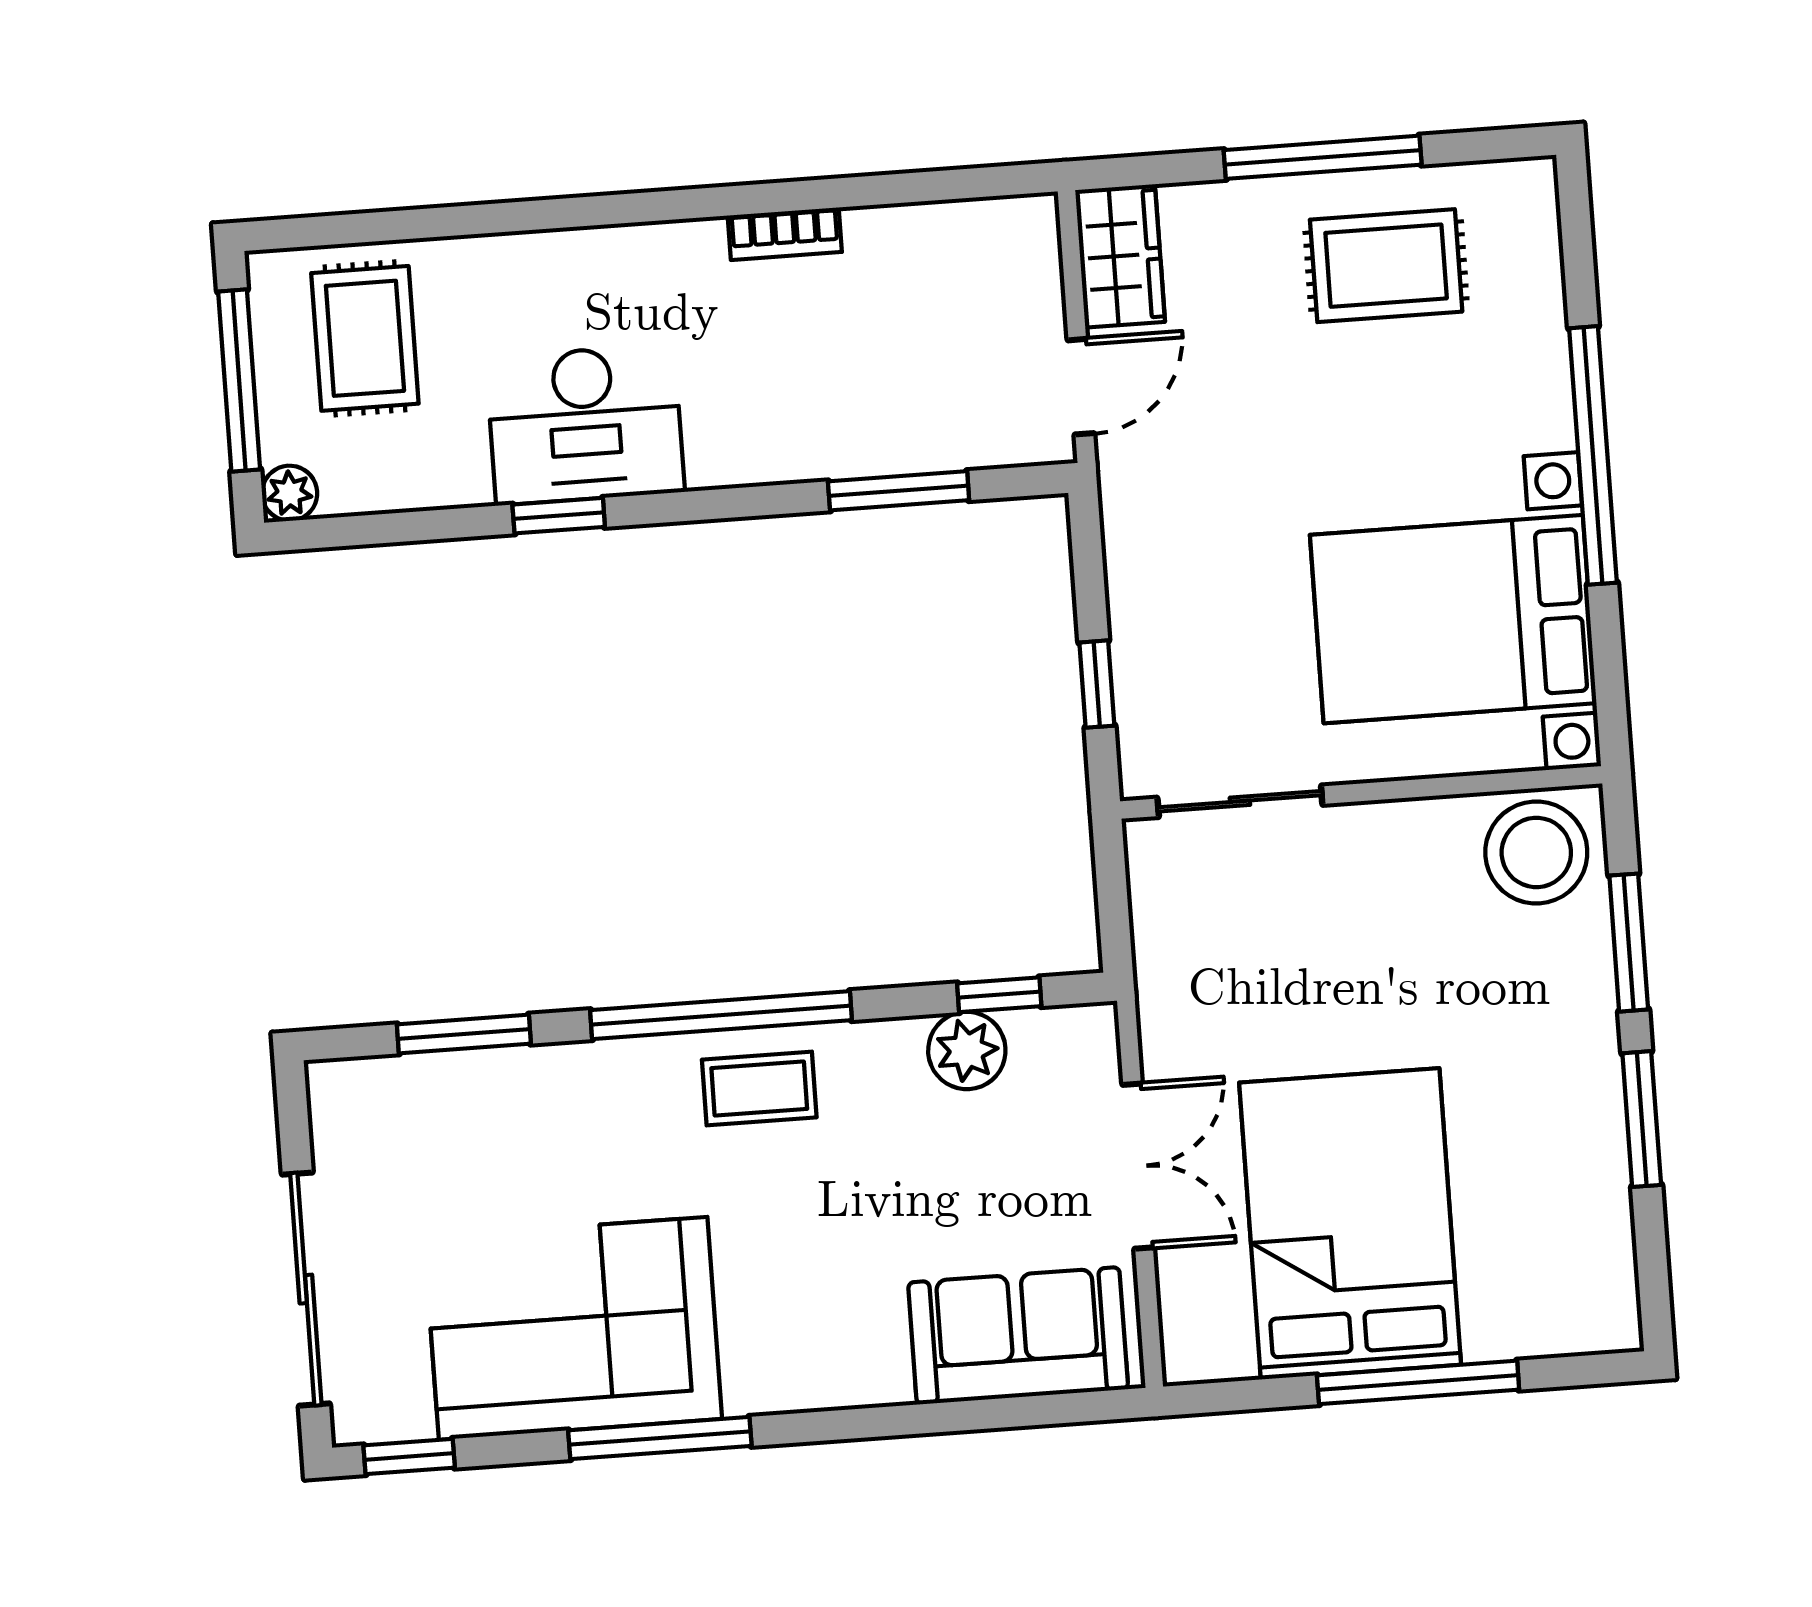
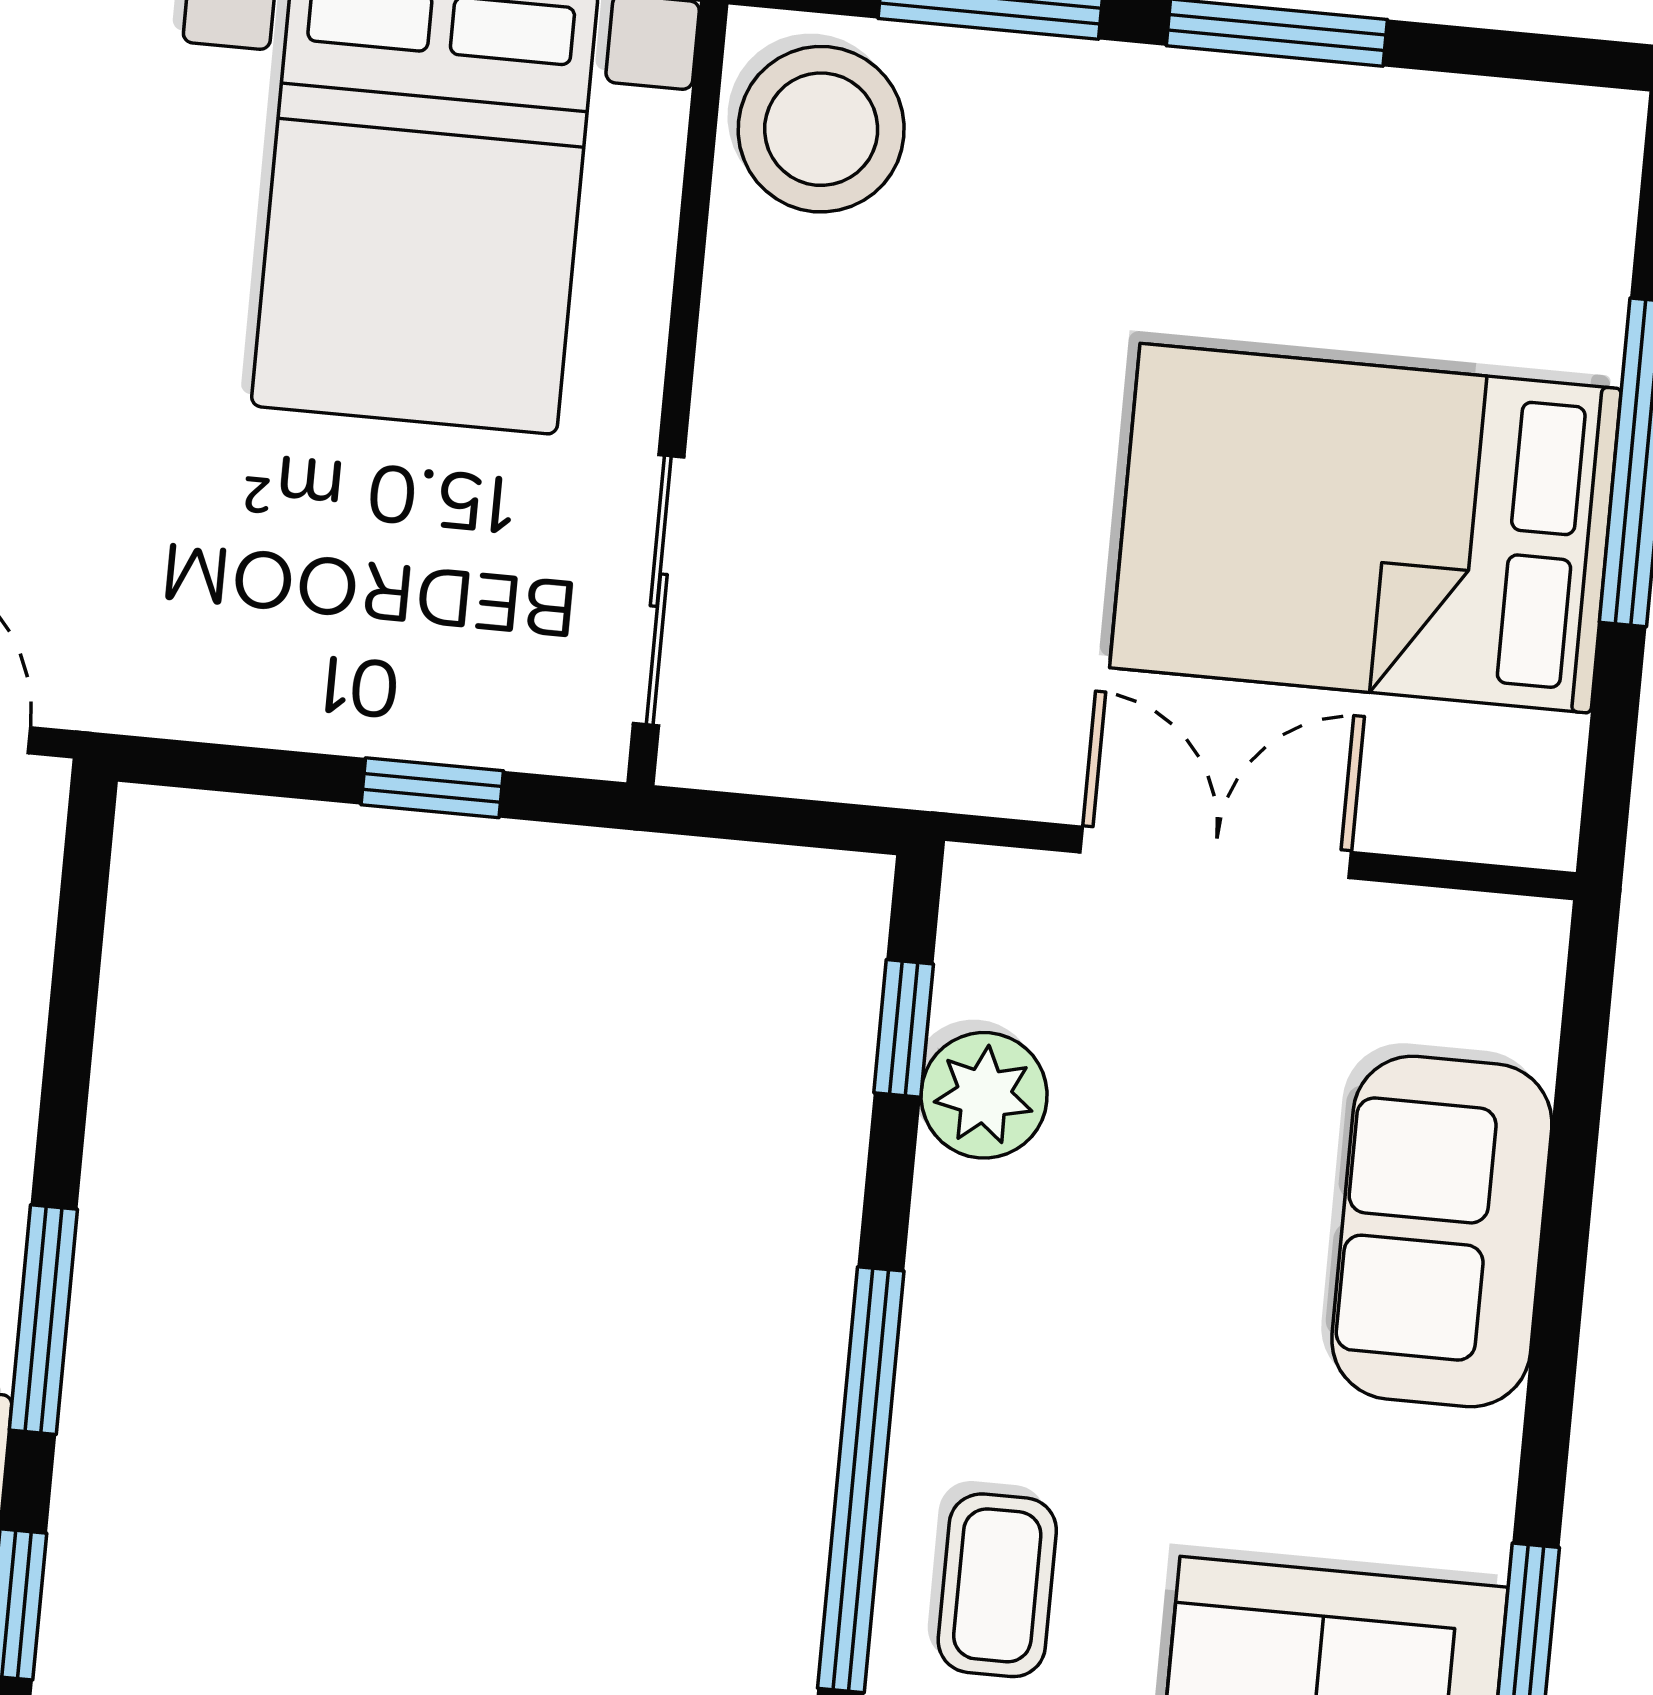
window: (899, 491) -> (43, 1320), moved
coffee table: (759, 1088) -> (997, 1585), moved
sofa: (1018, 1336) -> (1442, 1231), moved

